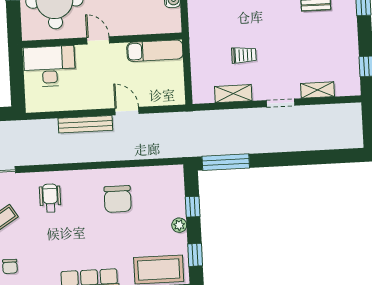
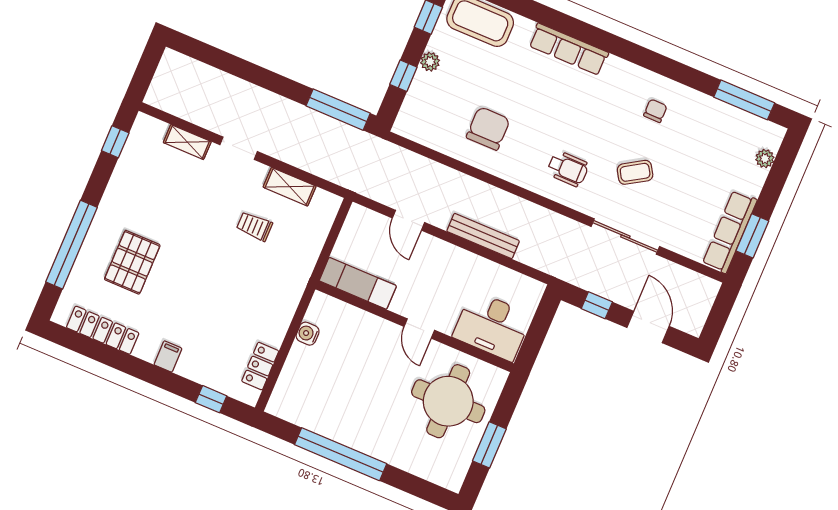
door: (127, 111) -> (408, 220), moved
wheelchair: (50, 198) -> (568, 169), turned -90

